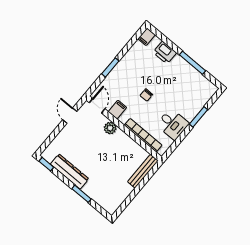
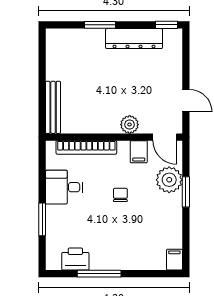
printer: (165, 53) -> (75, 259), moved
plant: (114, 81) -> (169, 180), added

